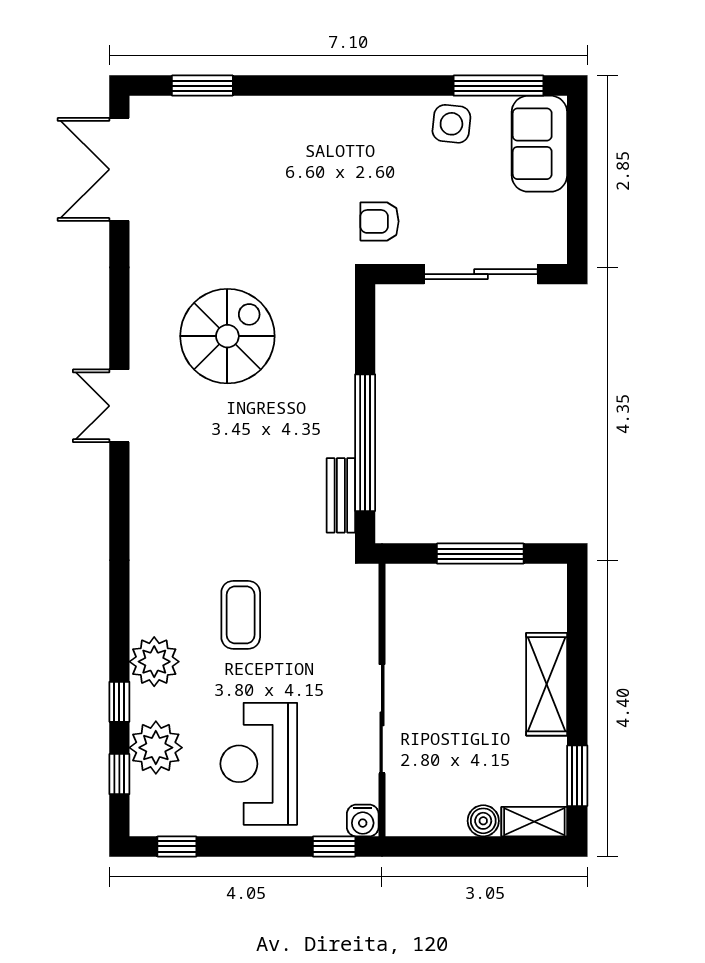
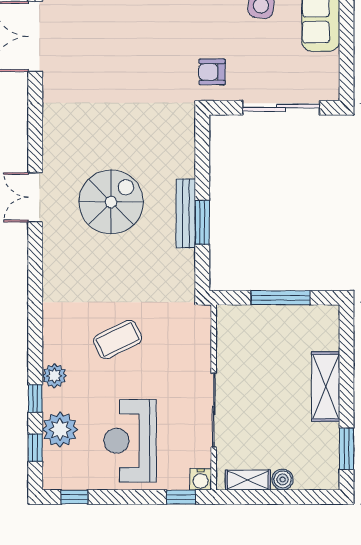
spiral stairs: (227, 336) -> (111, 202), moved
window: (365, 443) -> (202, 222), width x0.47
bench: (341, 495) -> (186, 213), moved, width x1.36
coffee table: (241, 615) -> (118, 339), turned 64
plant: (154, 662) -> (54, 376), width x0.73, depth x0.73
shelving: (534, 822) -> (248, 480), moved

